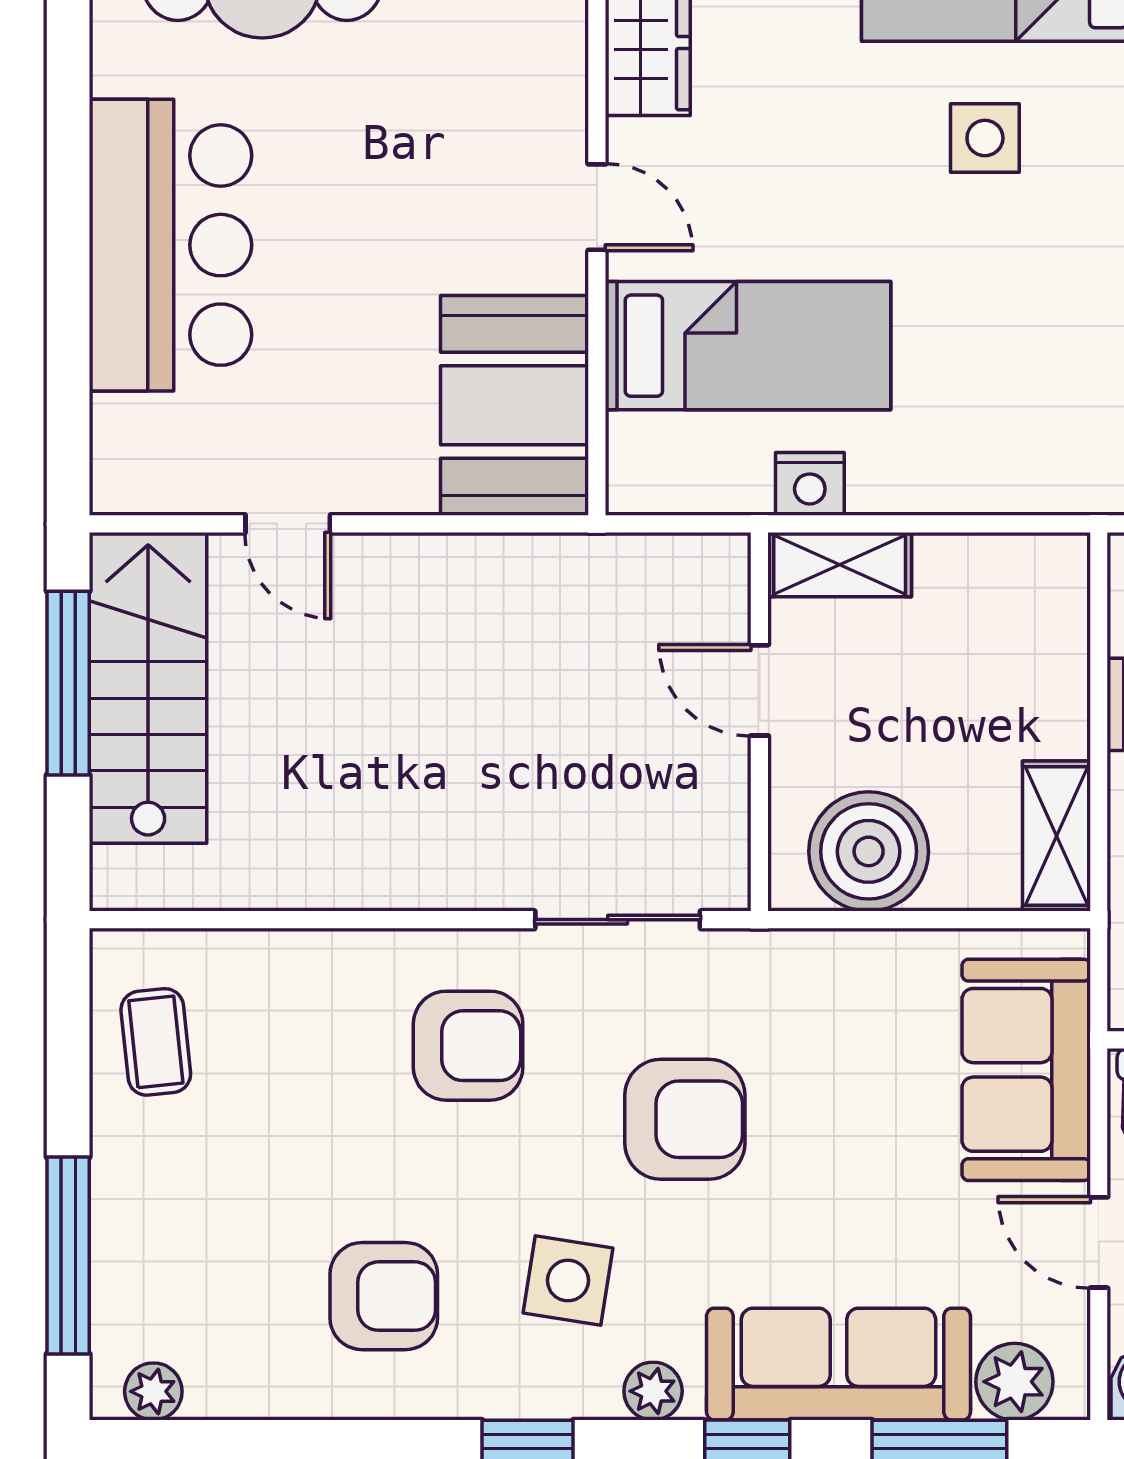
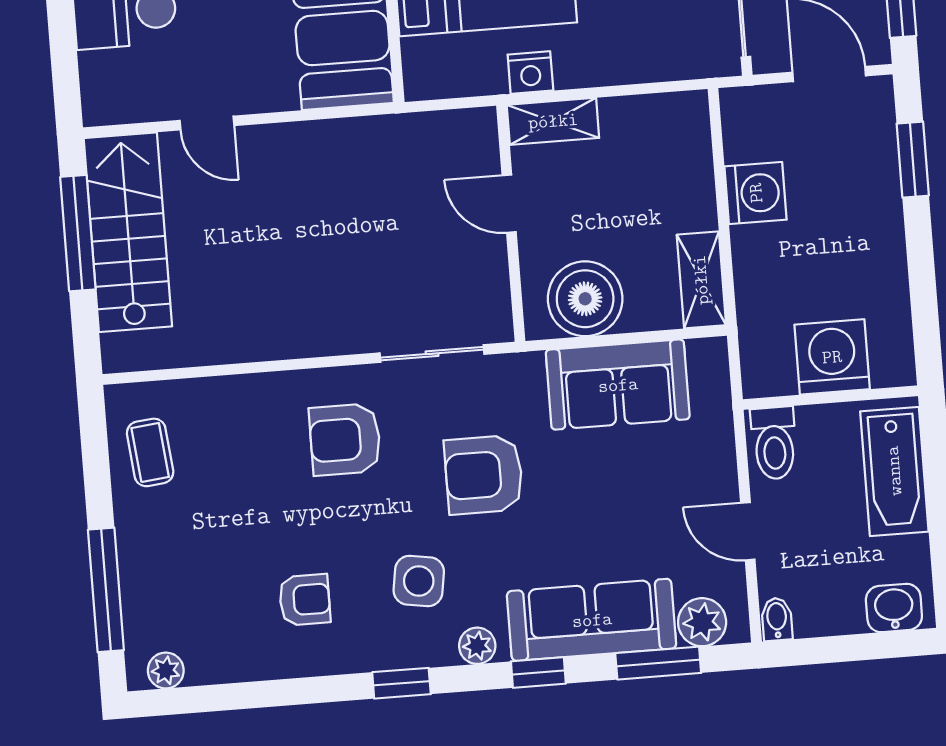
armchair: (468, 1046) -> (345, 440), turned 180
sofa: (1026, 1070) -> (618, 385), moved, turned -90
armchair: (685, 1119) -> (484, 475), turned 180
armchair: (384, 1296) -> (305, 600), width x0.72, depth x0.72

